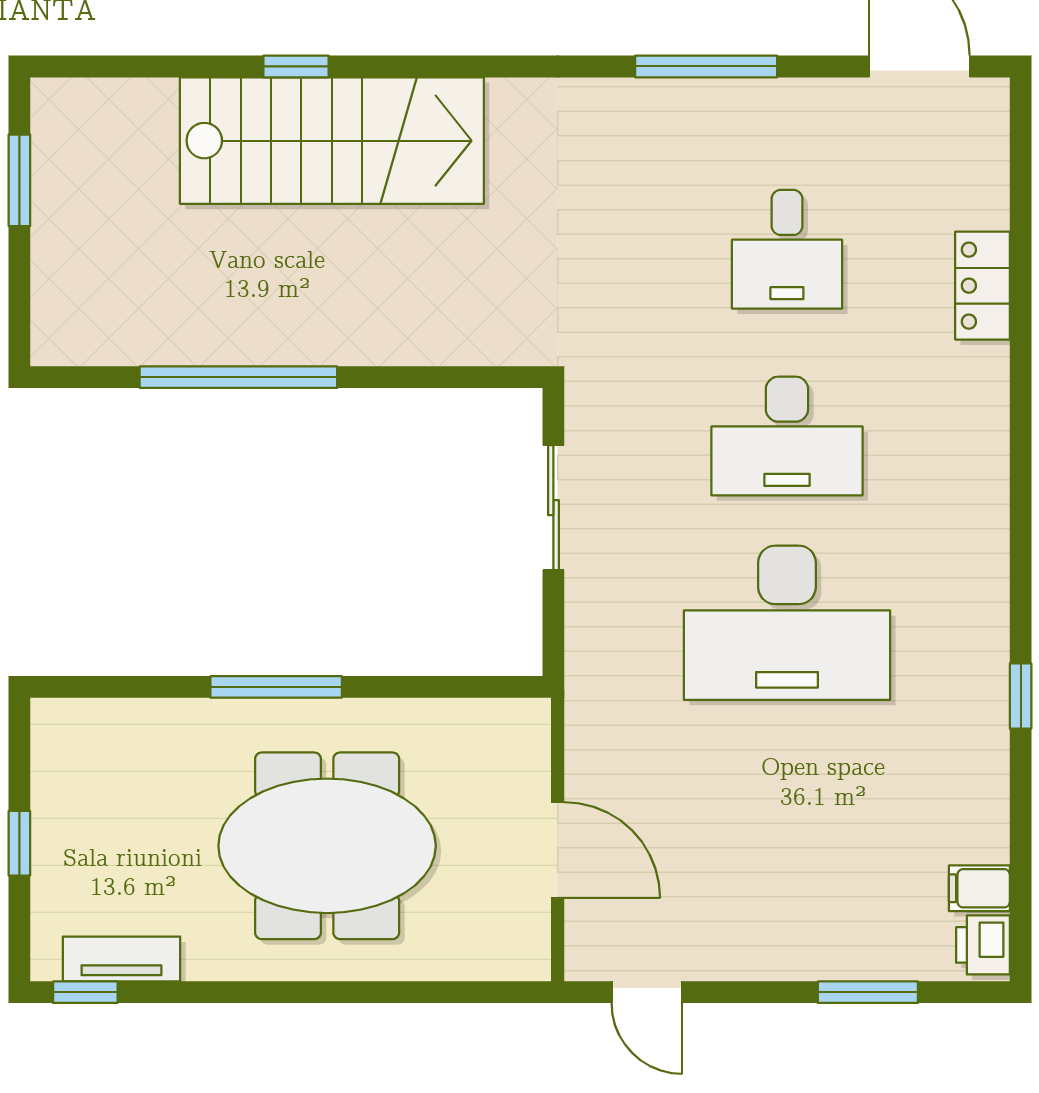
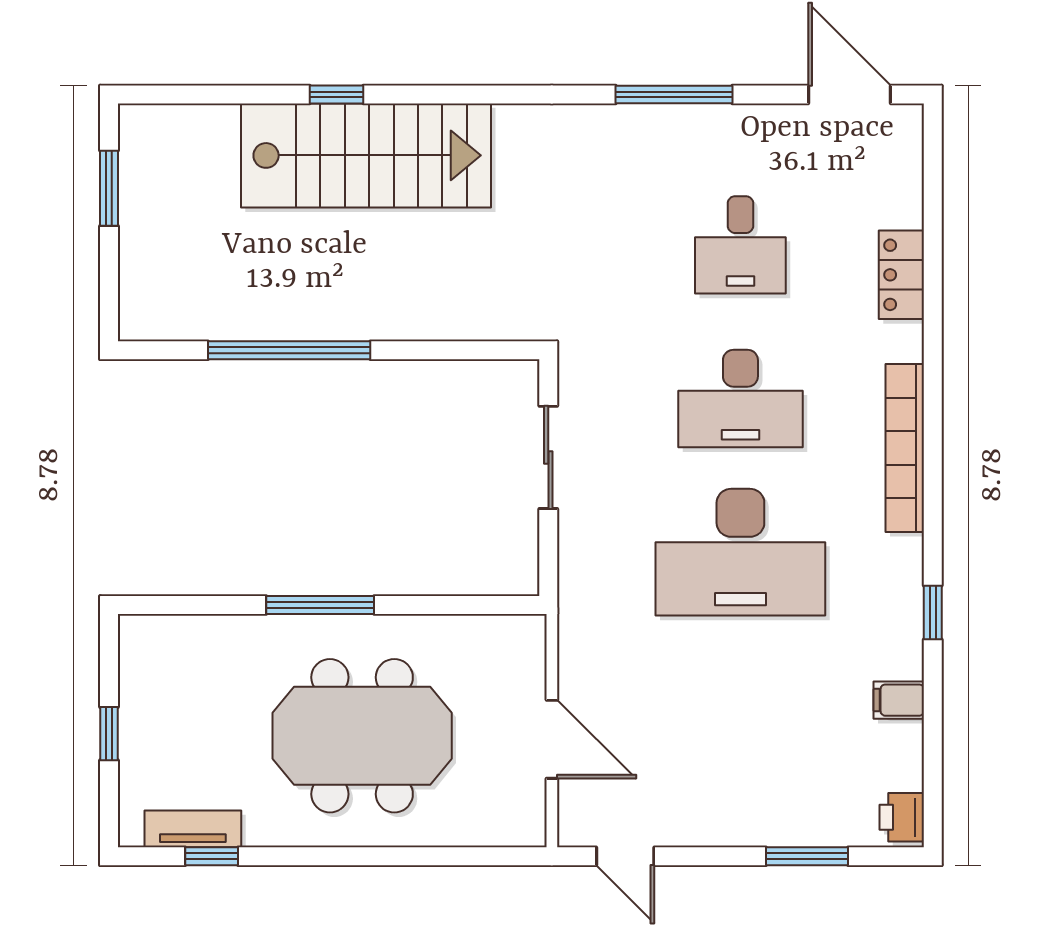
bookcase: (987, 496) -> (905, 448), added
filing cabinet: (979, 888) -> (899, 700), moved
window: (85, 992) -> (212, 856), moved

